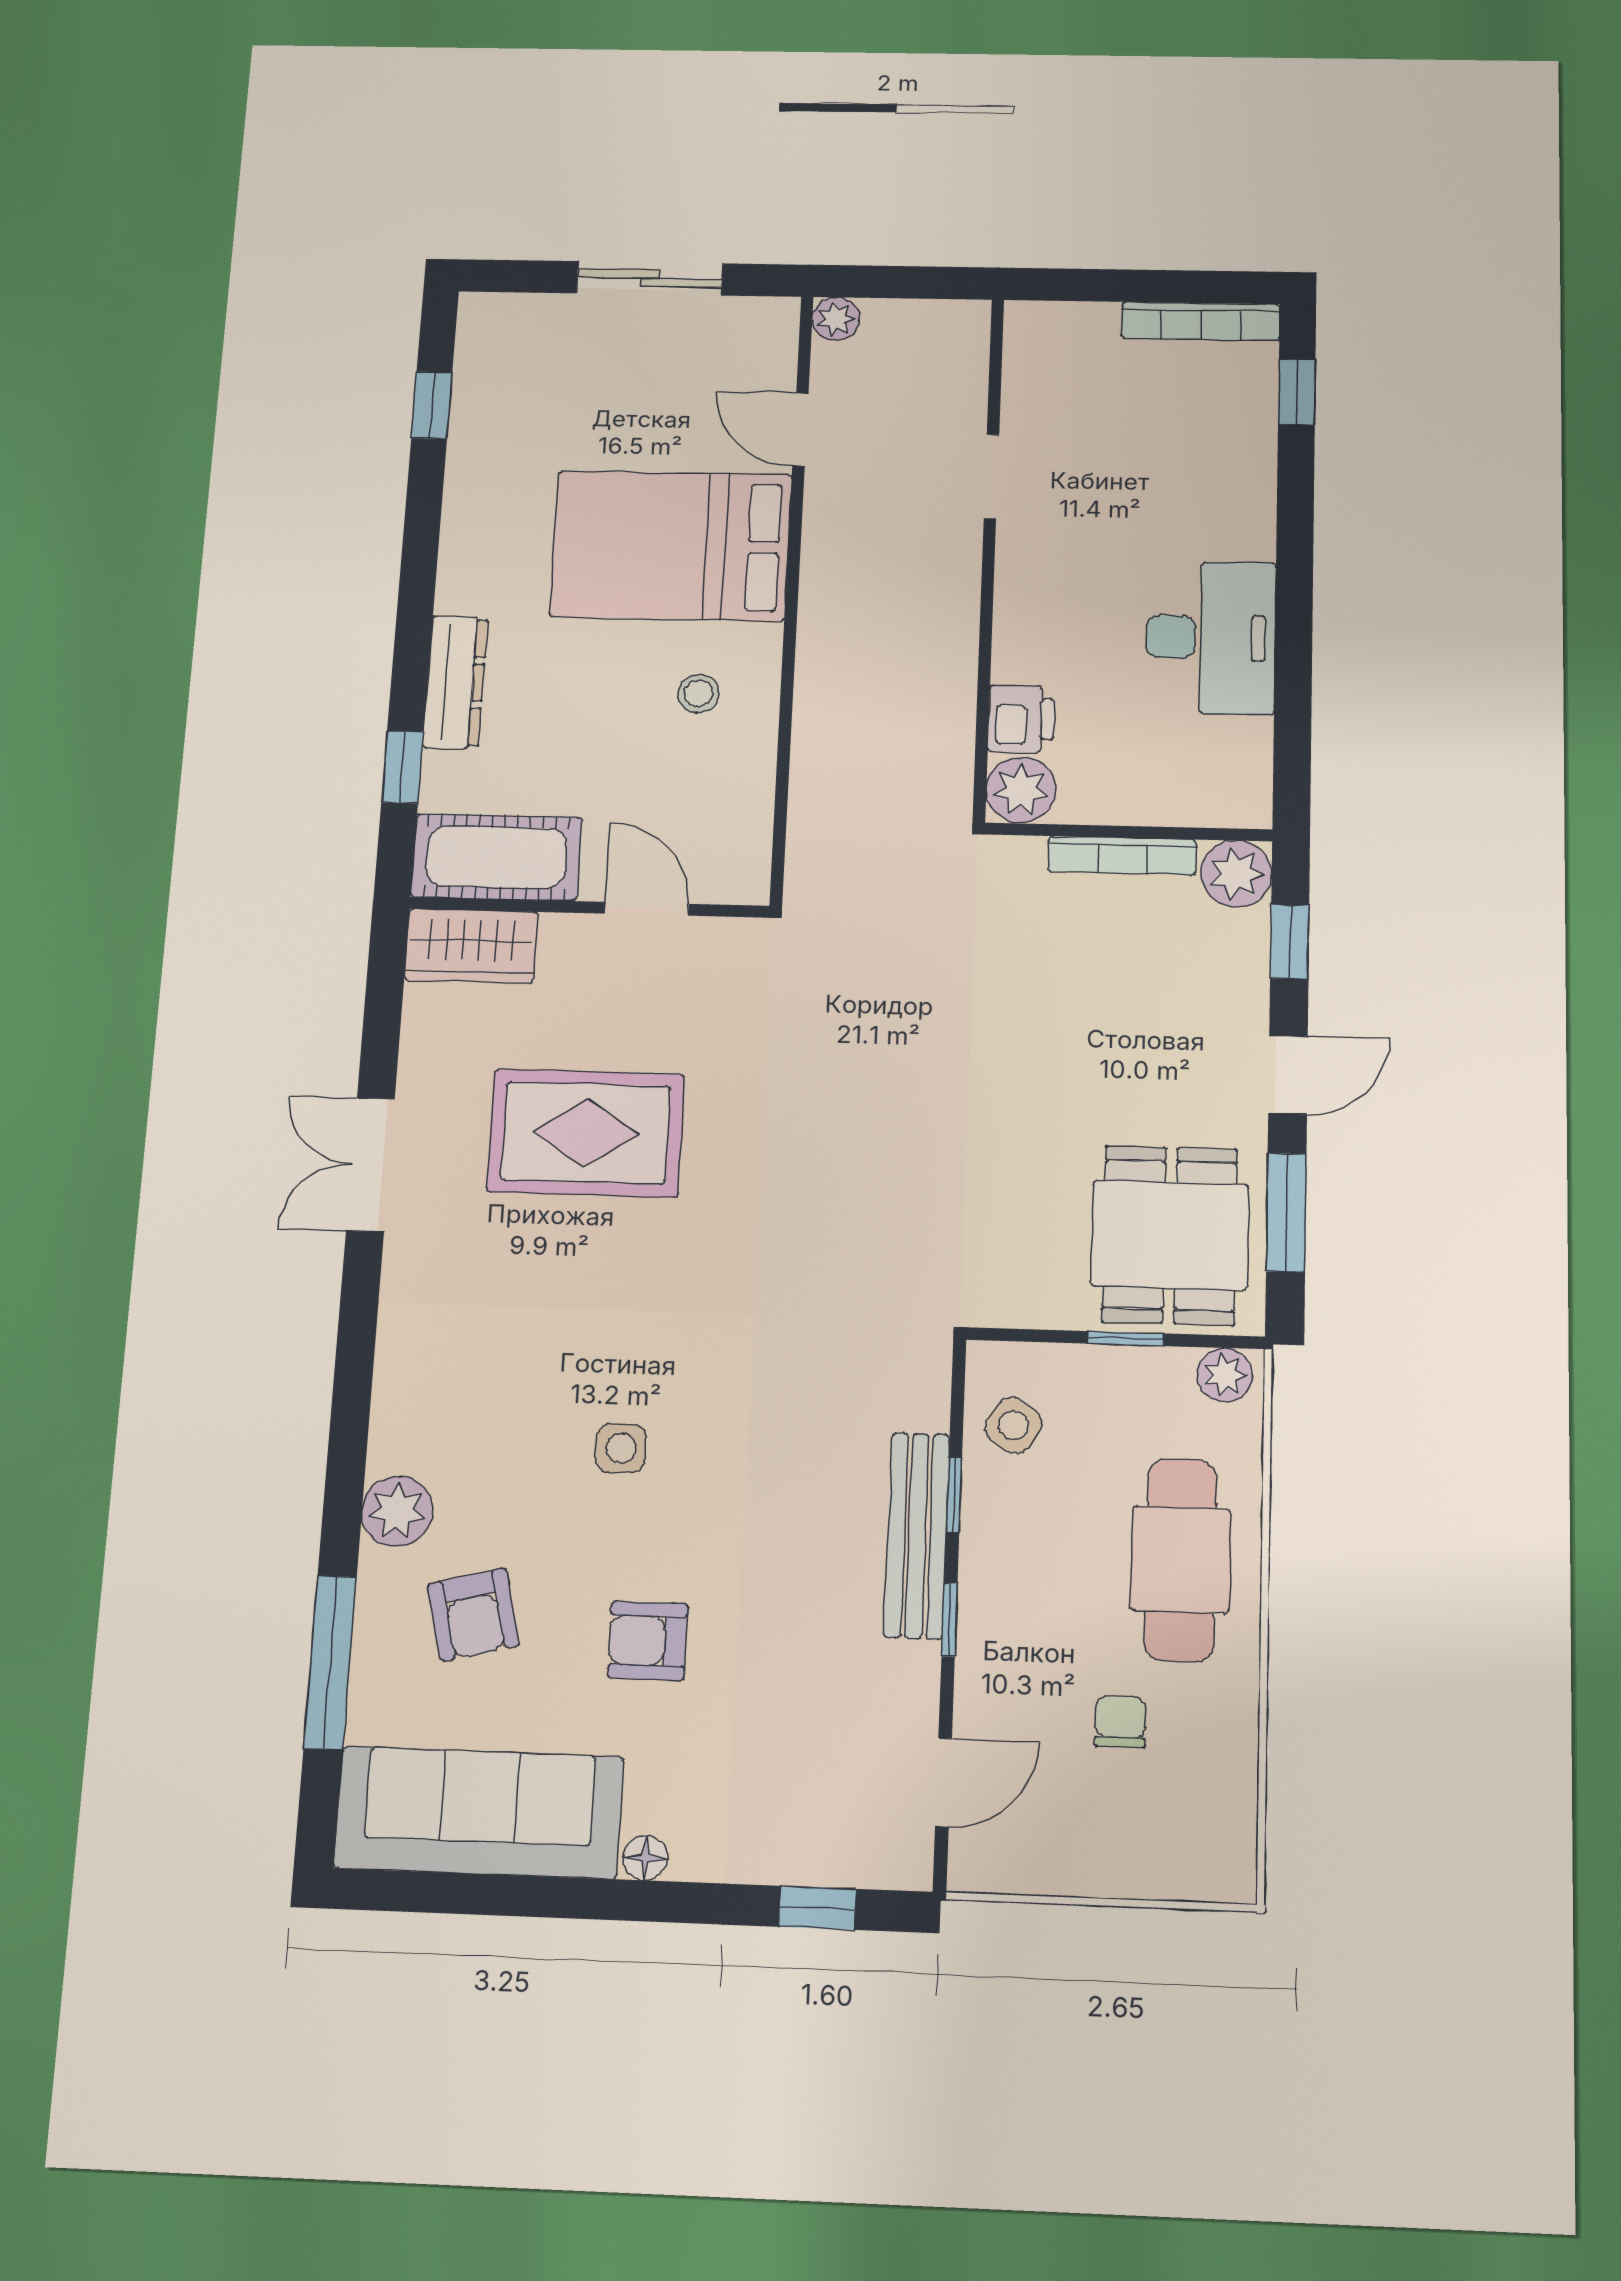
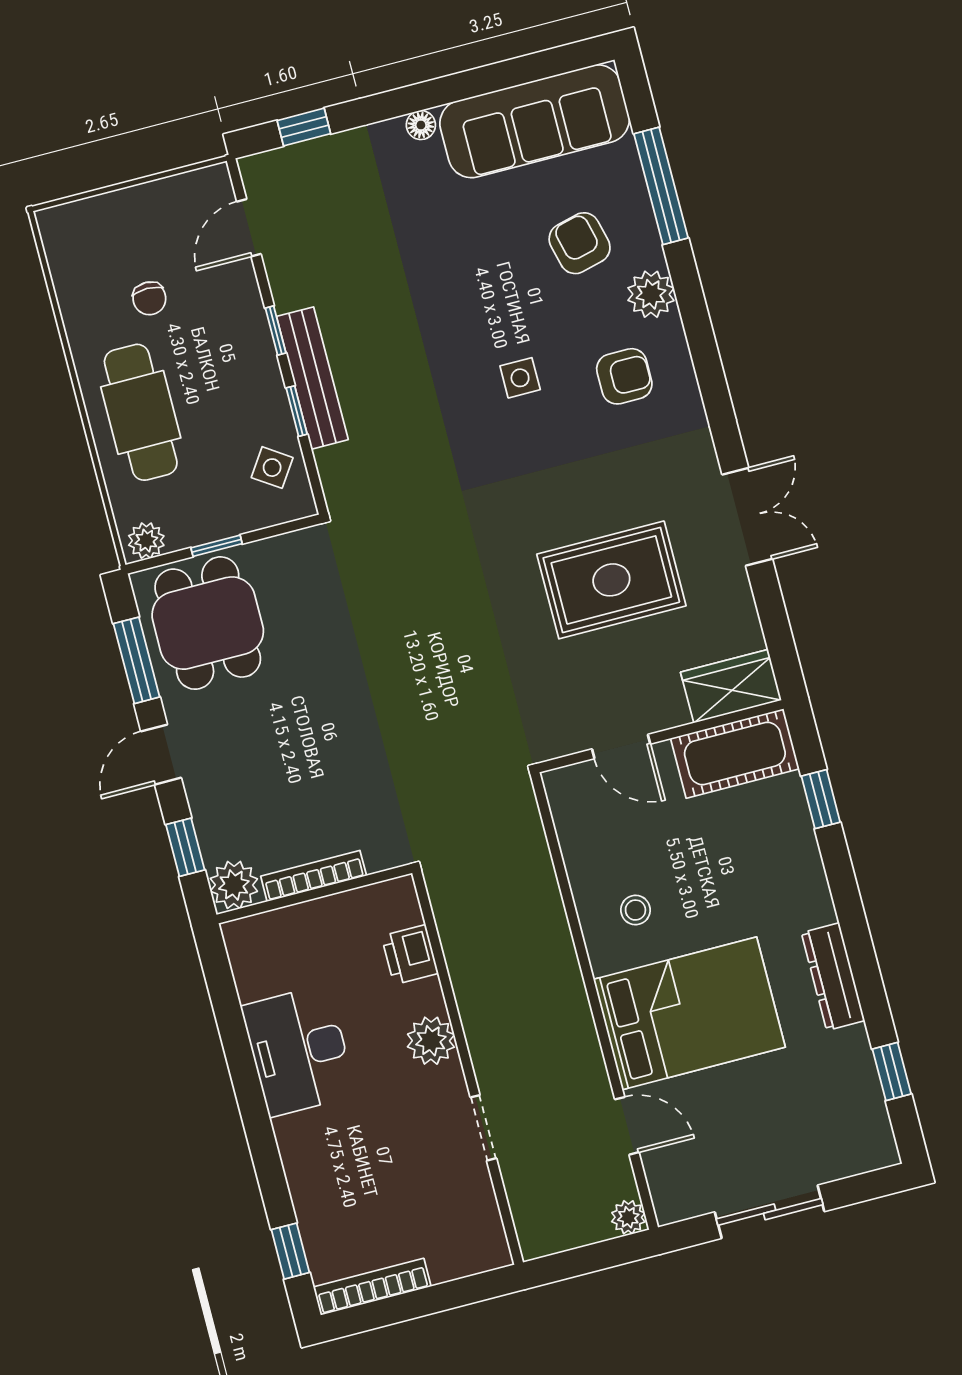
dresser: (455, 682) -> (833, 977), moved
plant: (1021, 790) -> (431, 1041), moved
armchair: (648, 1641) -> (624, 376), moved

